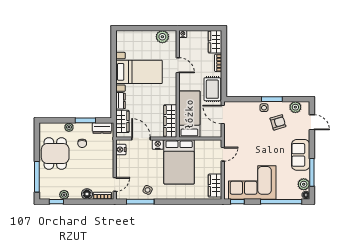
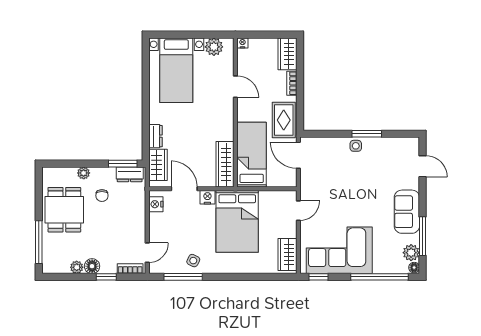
bed with nightstands: (139, 72) -> (176, 70), moved, turned 90
plant: (295, 107) -> (400, 145), removed
window: (85, 120) -> (123, 164), moved
armchair: (278, 122) -> (375, 166), removed
floor lamp: (87, 194) -> (92, 266), moved
window: (56, 202) -> (106, 277), moved

